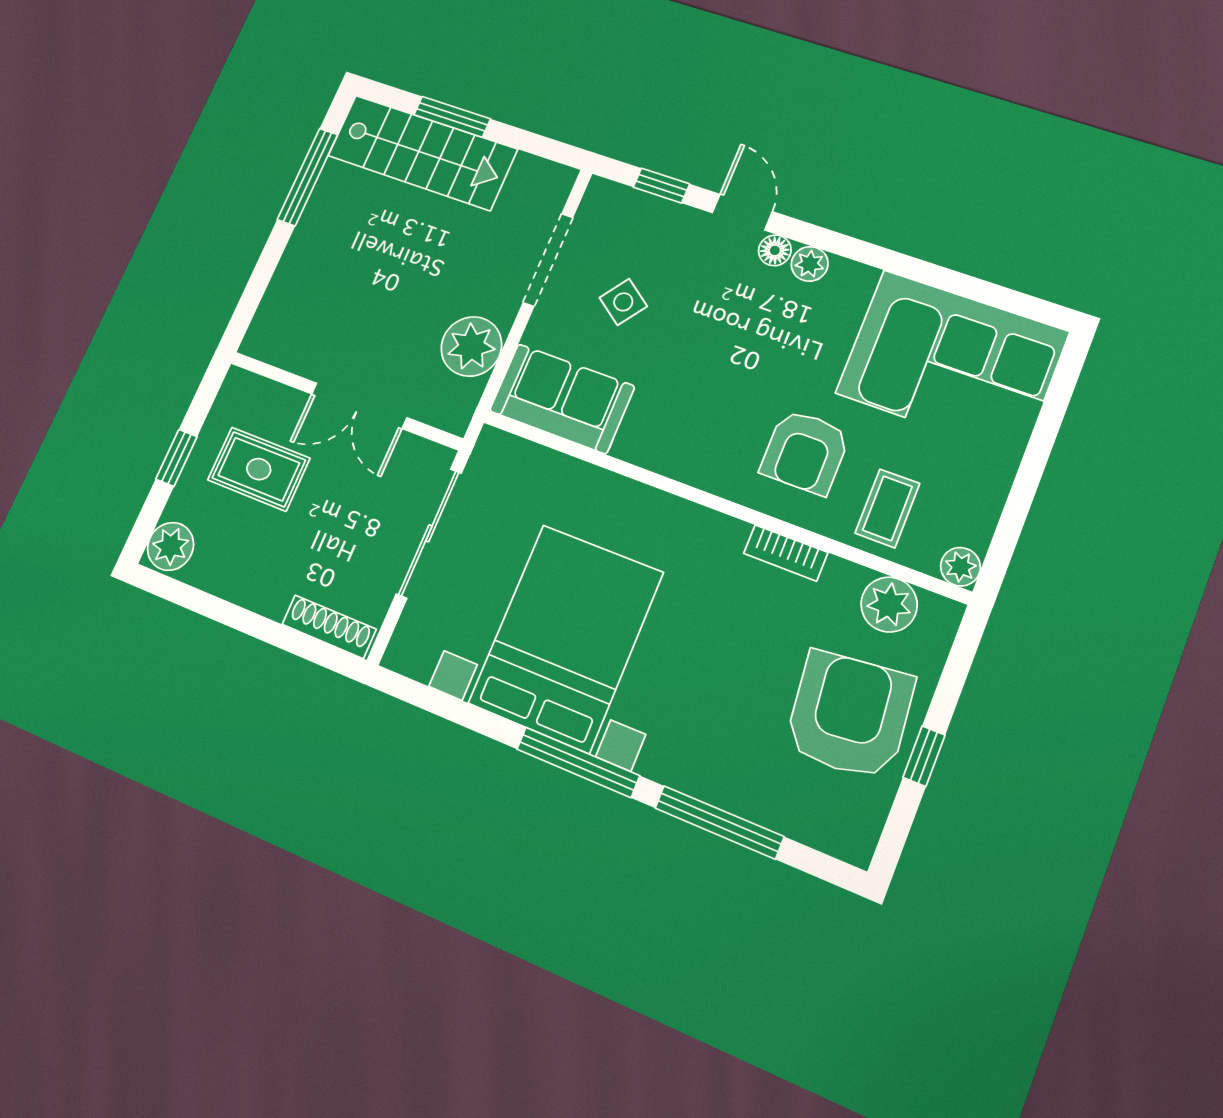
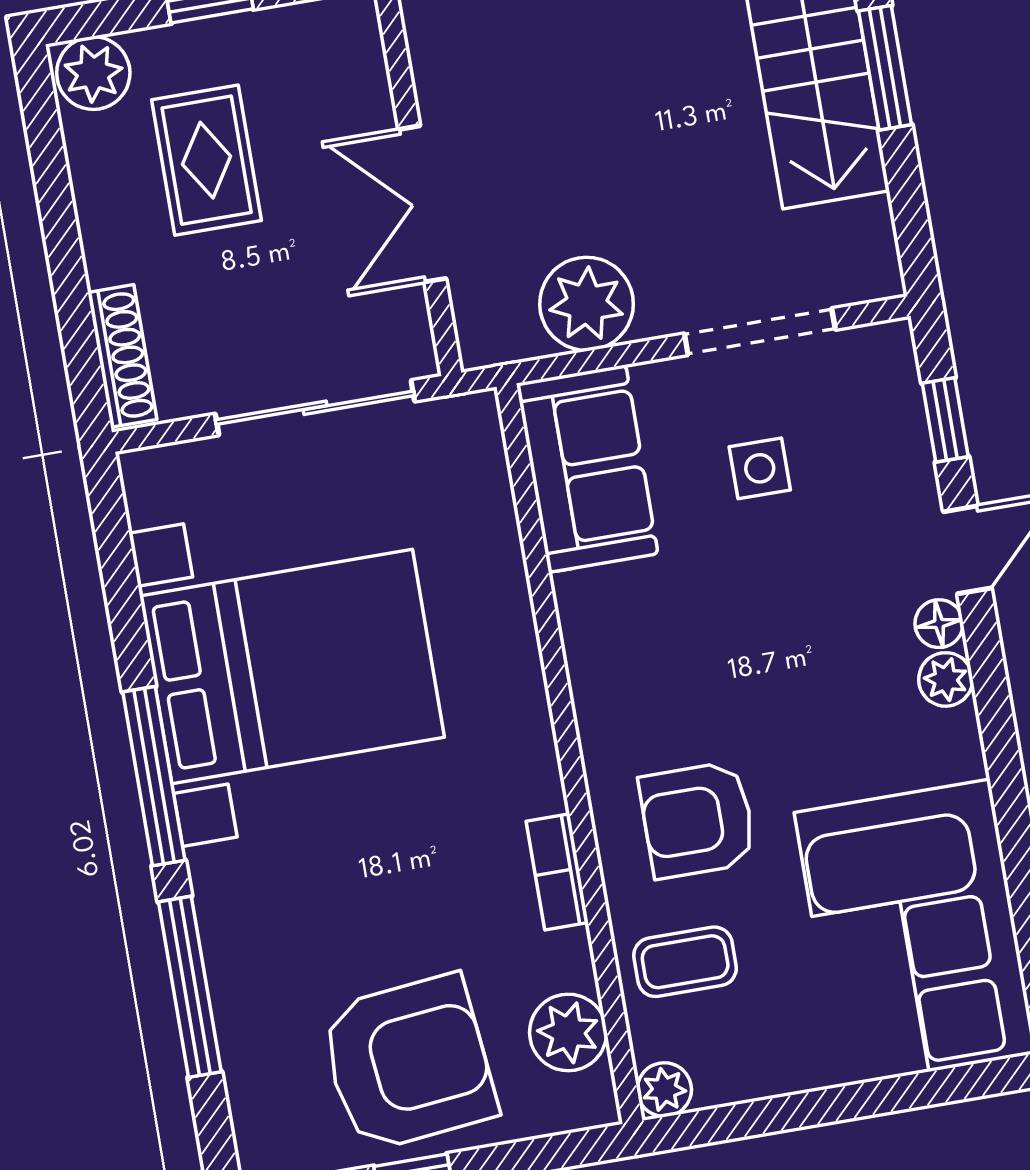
side table: (623, 302) -> (760, 468), turned -36
rug: (259, 469) -> (207, 160), moved

